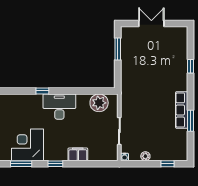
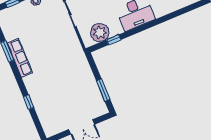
window: (42, 91) -> (114, 40), moved

